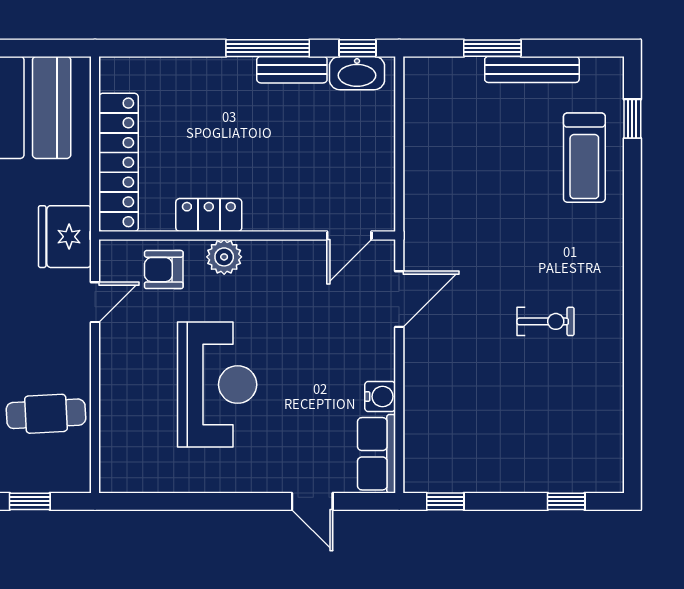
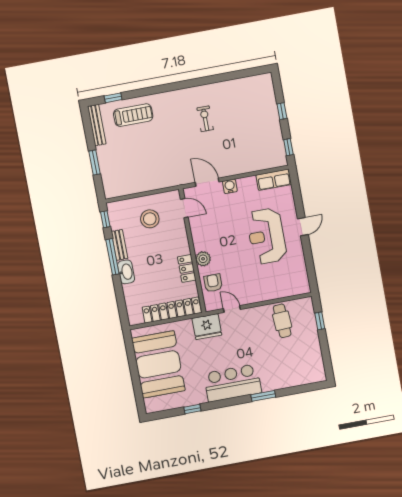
bench: (532, 69) -> (97, 125), moved
washbasin: (357, 73) -> (126, 272), moved
stool: (339, 151) -> (150, 219), added
armchair: (164, 270) -> (213, 283), turned 180
reception desk: (217, 385) -> (267, 236), moved, turned -90
water cooler: (380, 397) -> (230, 186), moved
door: (312, 501) -> (303, 227), moved
window: (566, 501) -> (282, 111), moved

